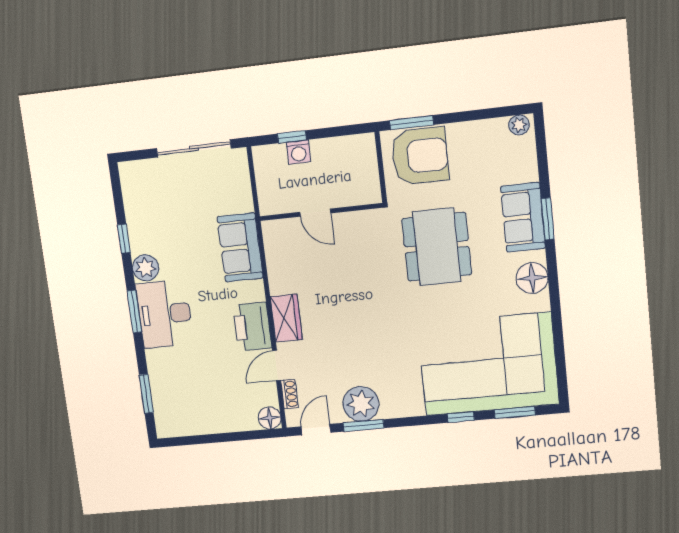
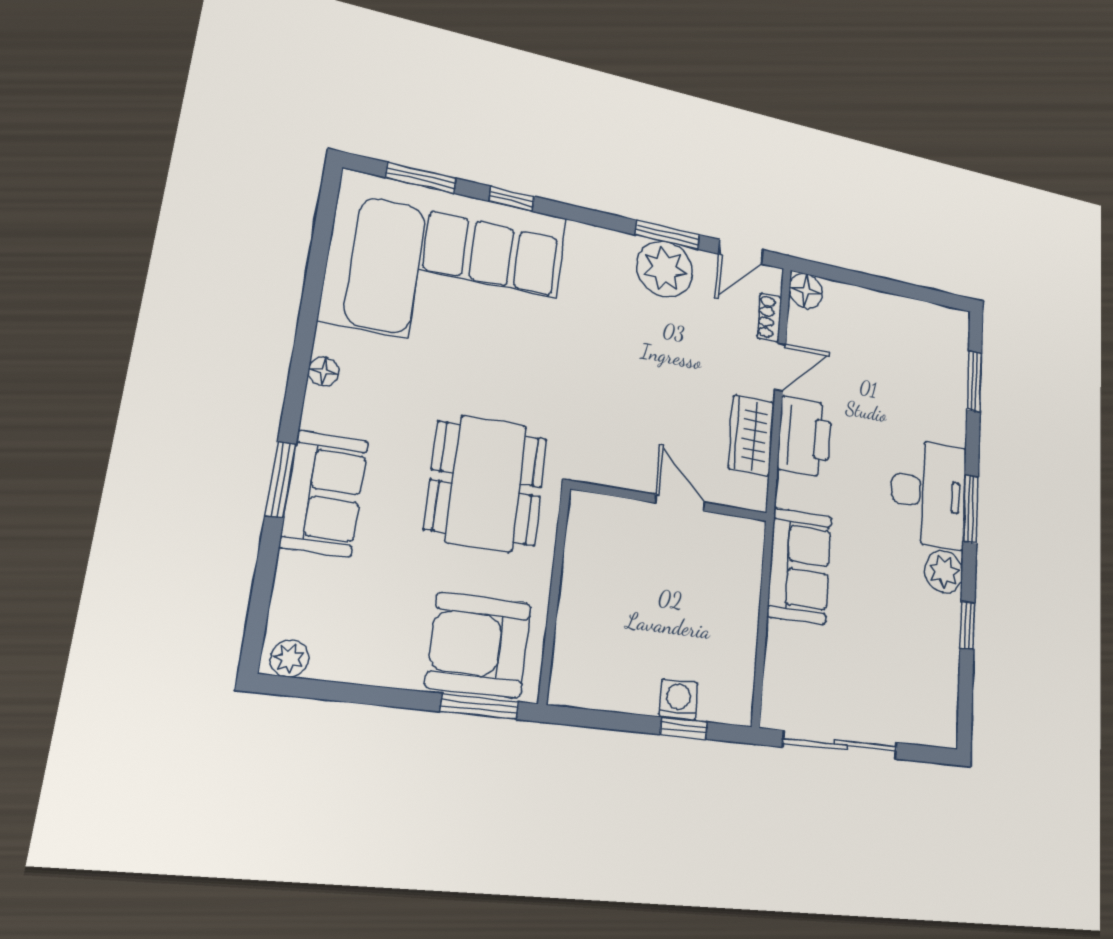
wall: (321, 212) -> (671, 501), moved
door: (315, 213) -> (680, 503), moved
floor lamp: (532, 278) -> (324, 372), width x0.53, depth x0.53

